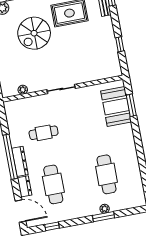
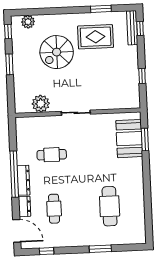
plant: (23, 90) -> (41, 104), width x1.88, depth x1.88
cafe table: (53, 184) -> (54, 209), width x0.73, depth x0.74
plant: (105, 209) -> (103, 241), removed

